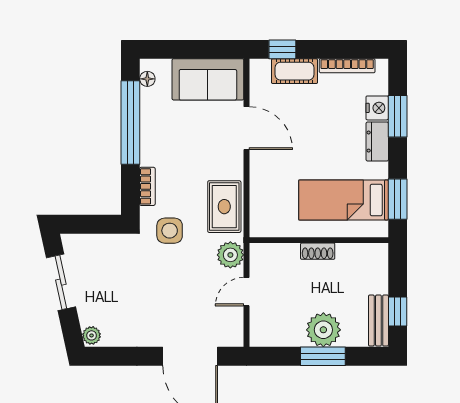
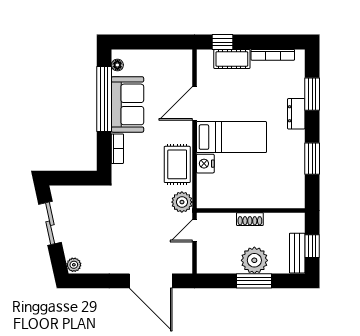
sofa: (208, 79) -> (127, 104), moved, turned -90
nightstand: (377, 108) -> (205, 164), moved, turned 180
door: (246, 128) -> (194, 103), swing flipped
bed: (344, 200) -> (231, 137), moved, turned 180
side table: (170, 231) -> (135, 183), removed
wall: (319, 240) -> (251, 210), moved
shoe rack: (318, 251) -> (250, 219), moved

